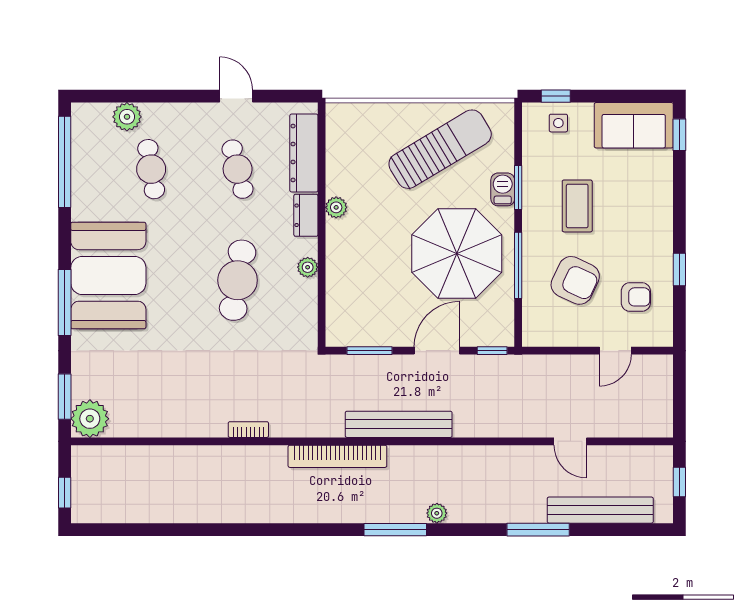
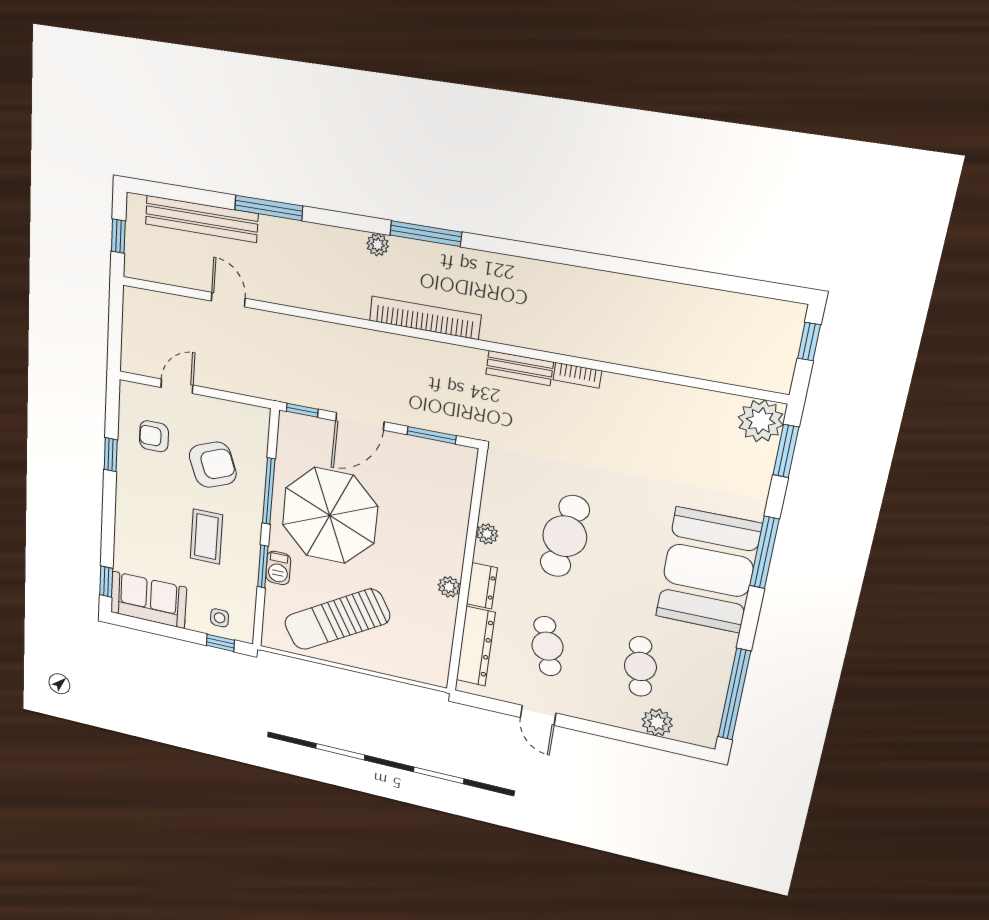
armchair: (575, 280) -> (213, 465), turned 134
bench: (399, 424) -> (519, 368), moved, width x0.54, depth x0.82
bookcase: (337, 456) -> (425, 318), moved

